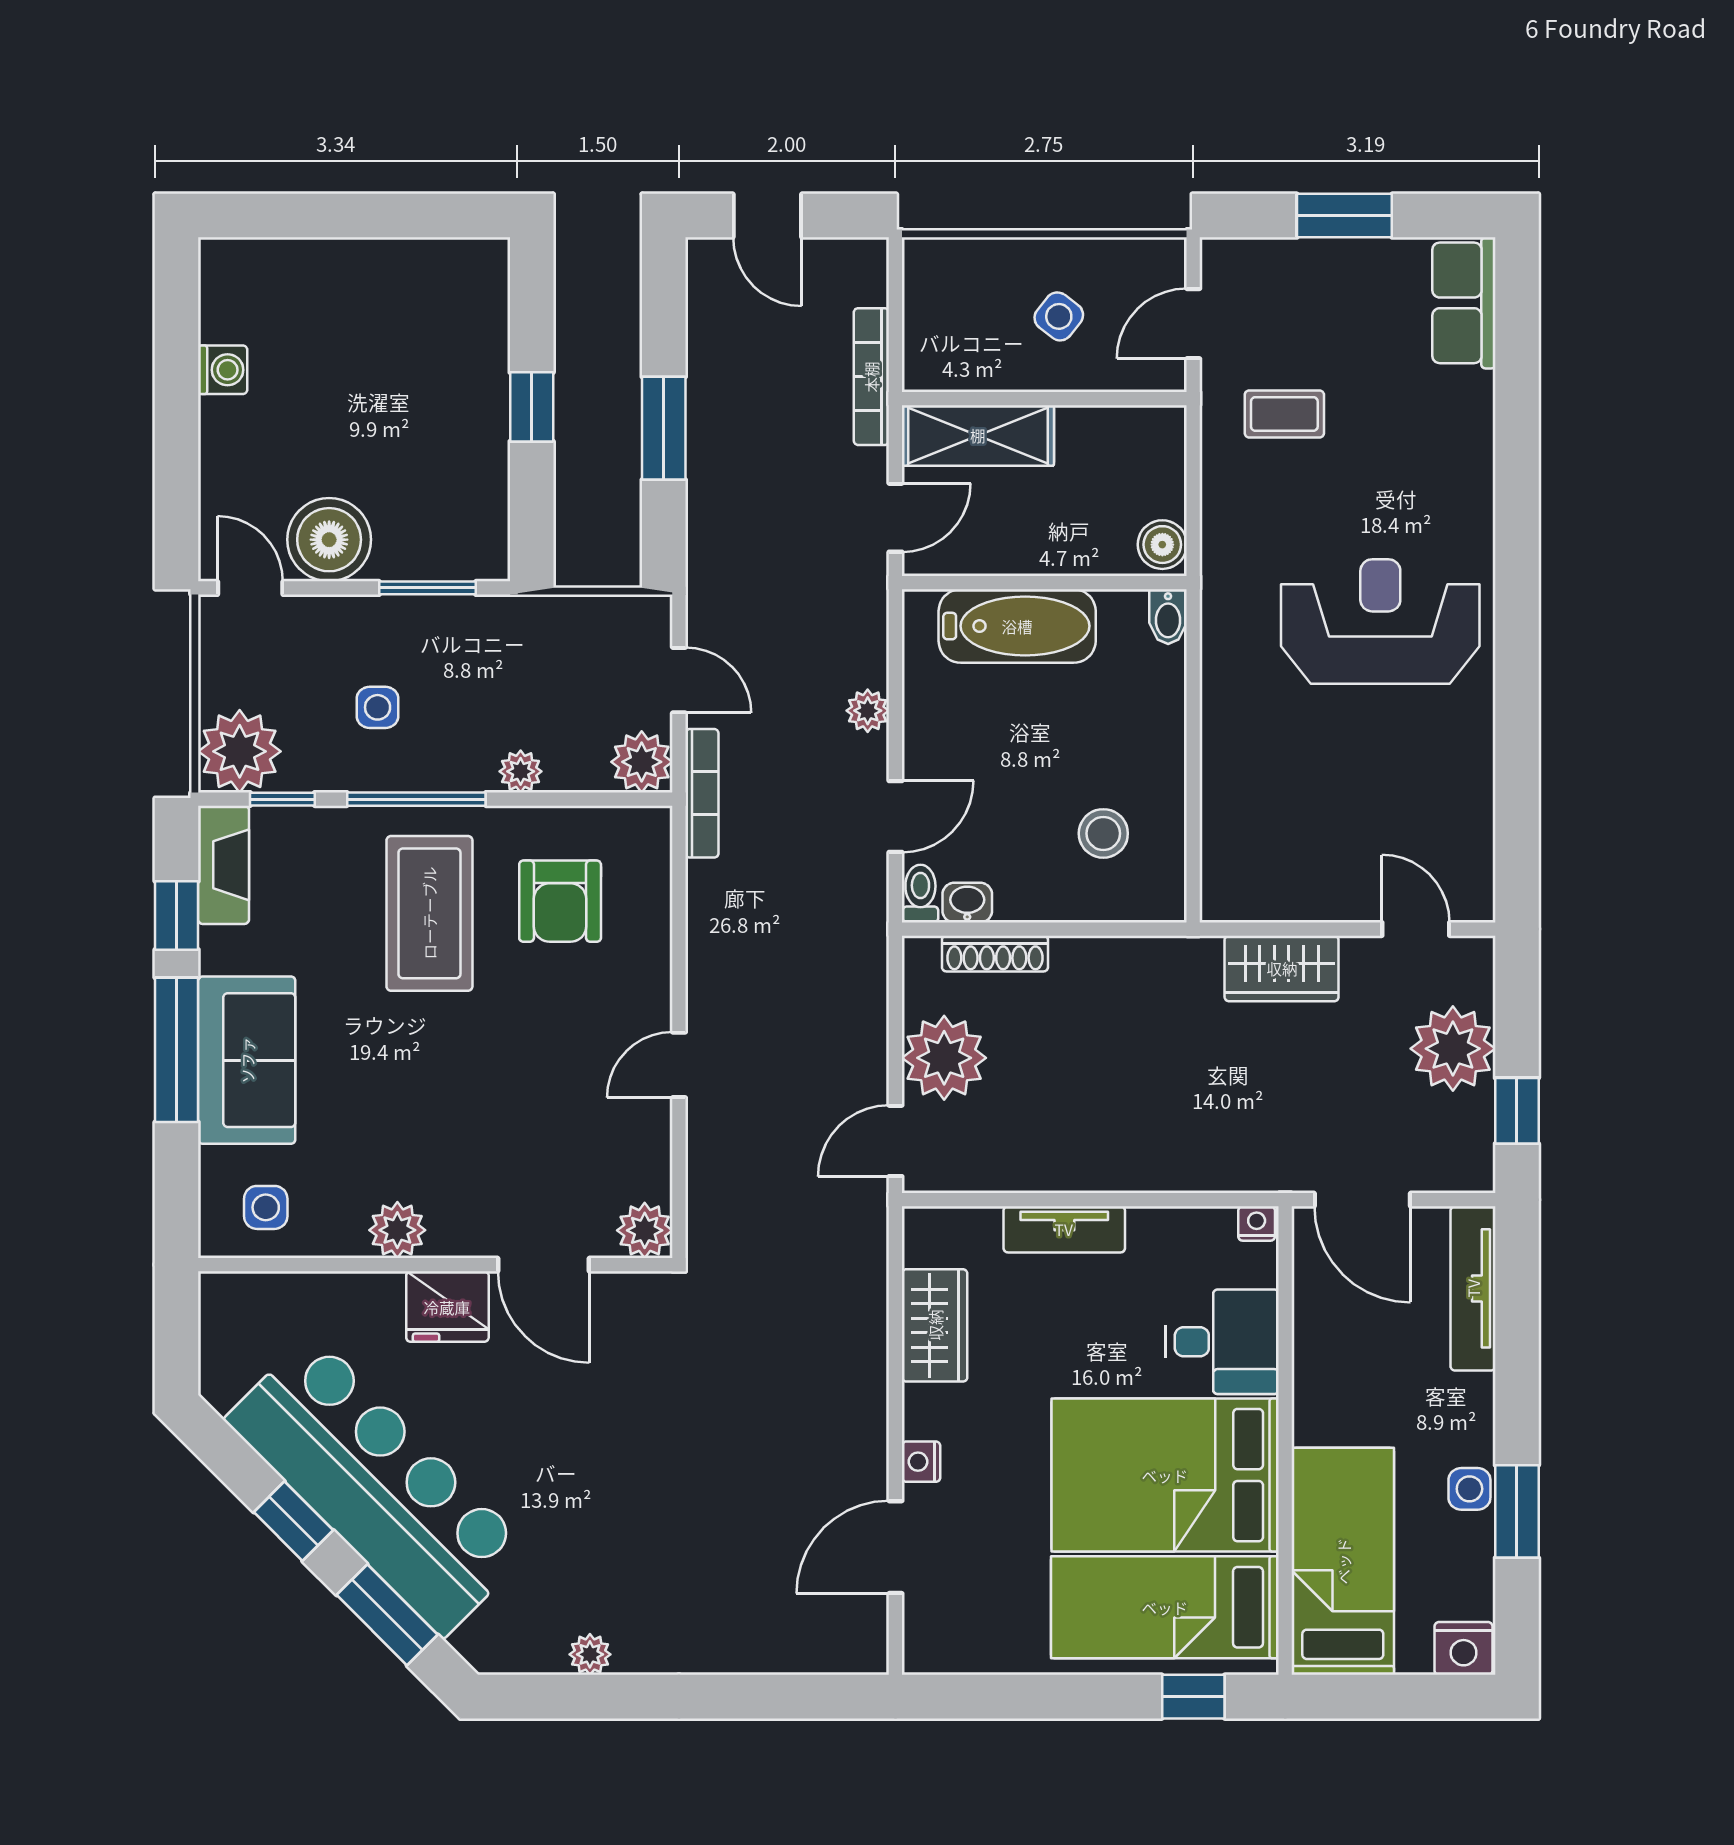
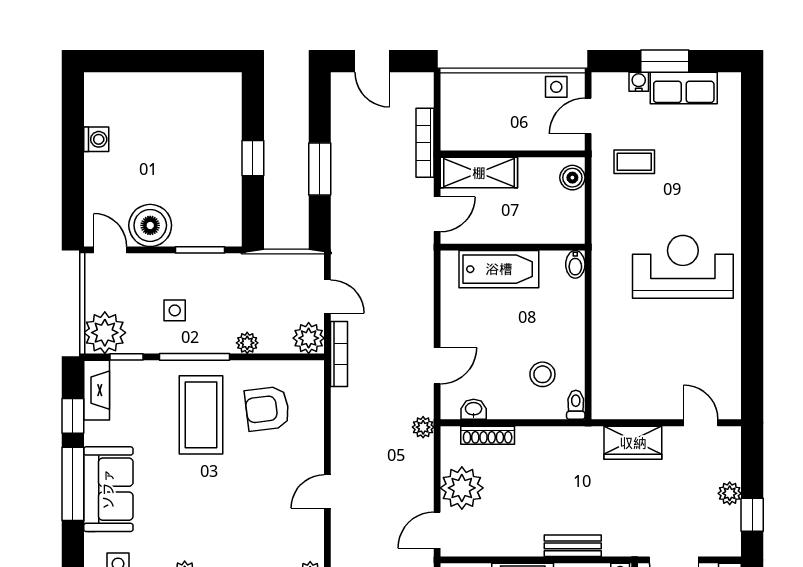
water cooler: (1293, 256) -> (639, 82), added
row of seats: (1464, 303) -> (684, 88), moved, turned -90
side table: (1059, 316) -> (556, 87), moved, turned -38
boiler: (1162, 545) -> (572, 178), moved
plant: (868, 711) -> (423, 427), moved
toilet: (920, 894) -> (576, 405), moved
armchair: (560, 901) -> (267, 409), turned 83
plant: (1453, 1049) -> (730, 493), width x0.53, depth x0.53
bench: (1163, 1172) -> (573, 546), added

